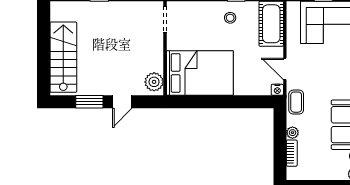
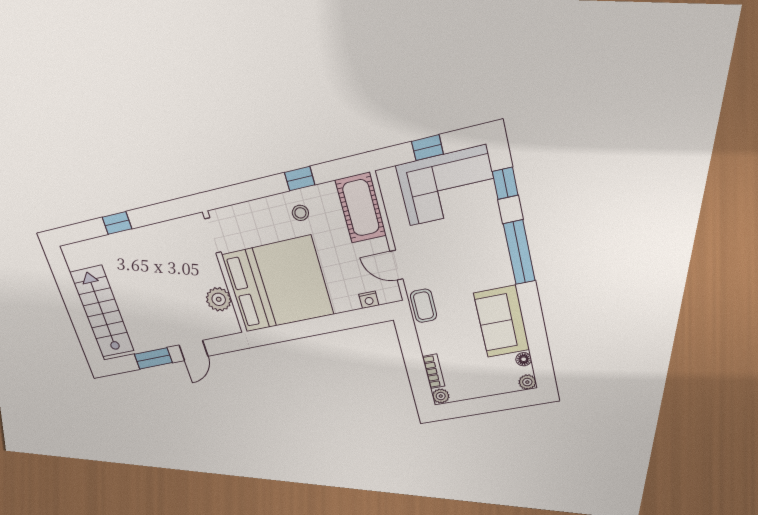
bed: (200, 73) -> (278, 285), width x1.36
plant: (154, 82) -> (219, 299), moved
nightstand: (277, 90) -> (369, 300), moved
plant: (292, 133) -> (441, 396), moved

